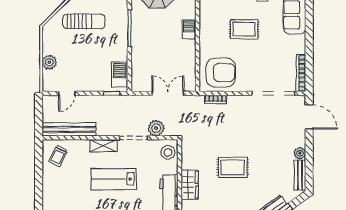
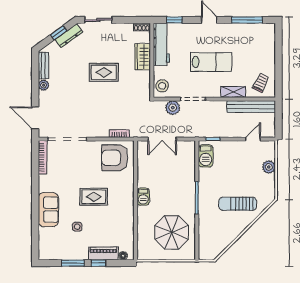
shelving: (103, 146) -> (233, 92), moved

